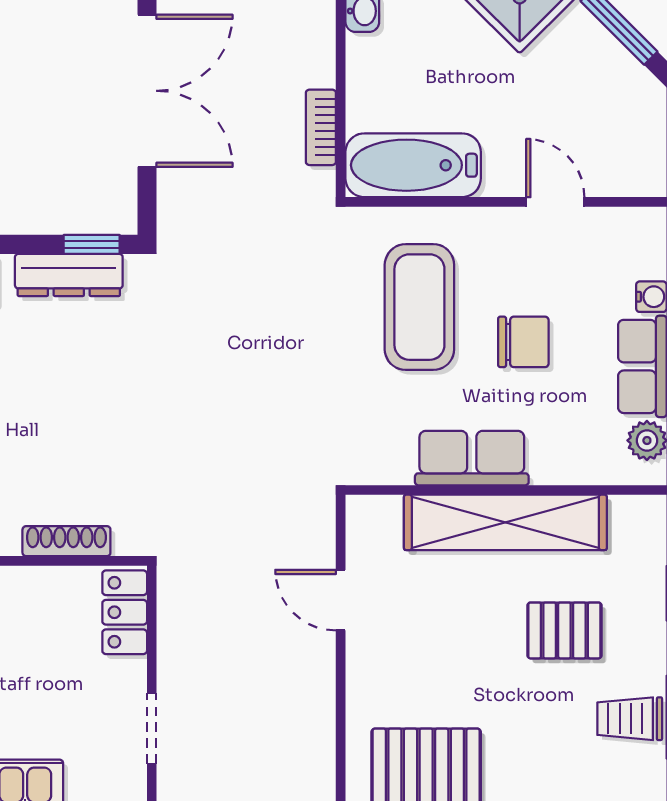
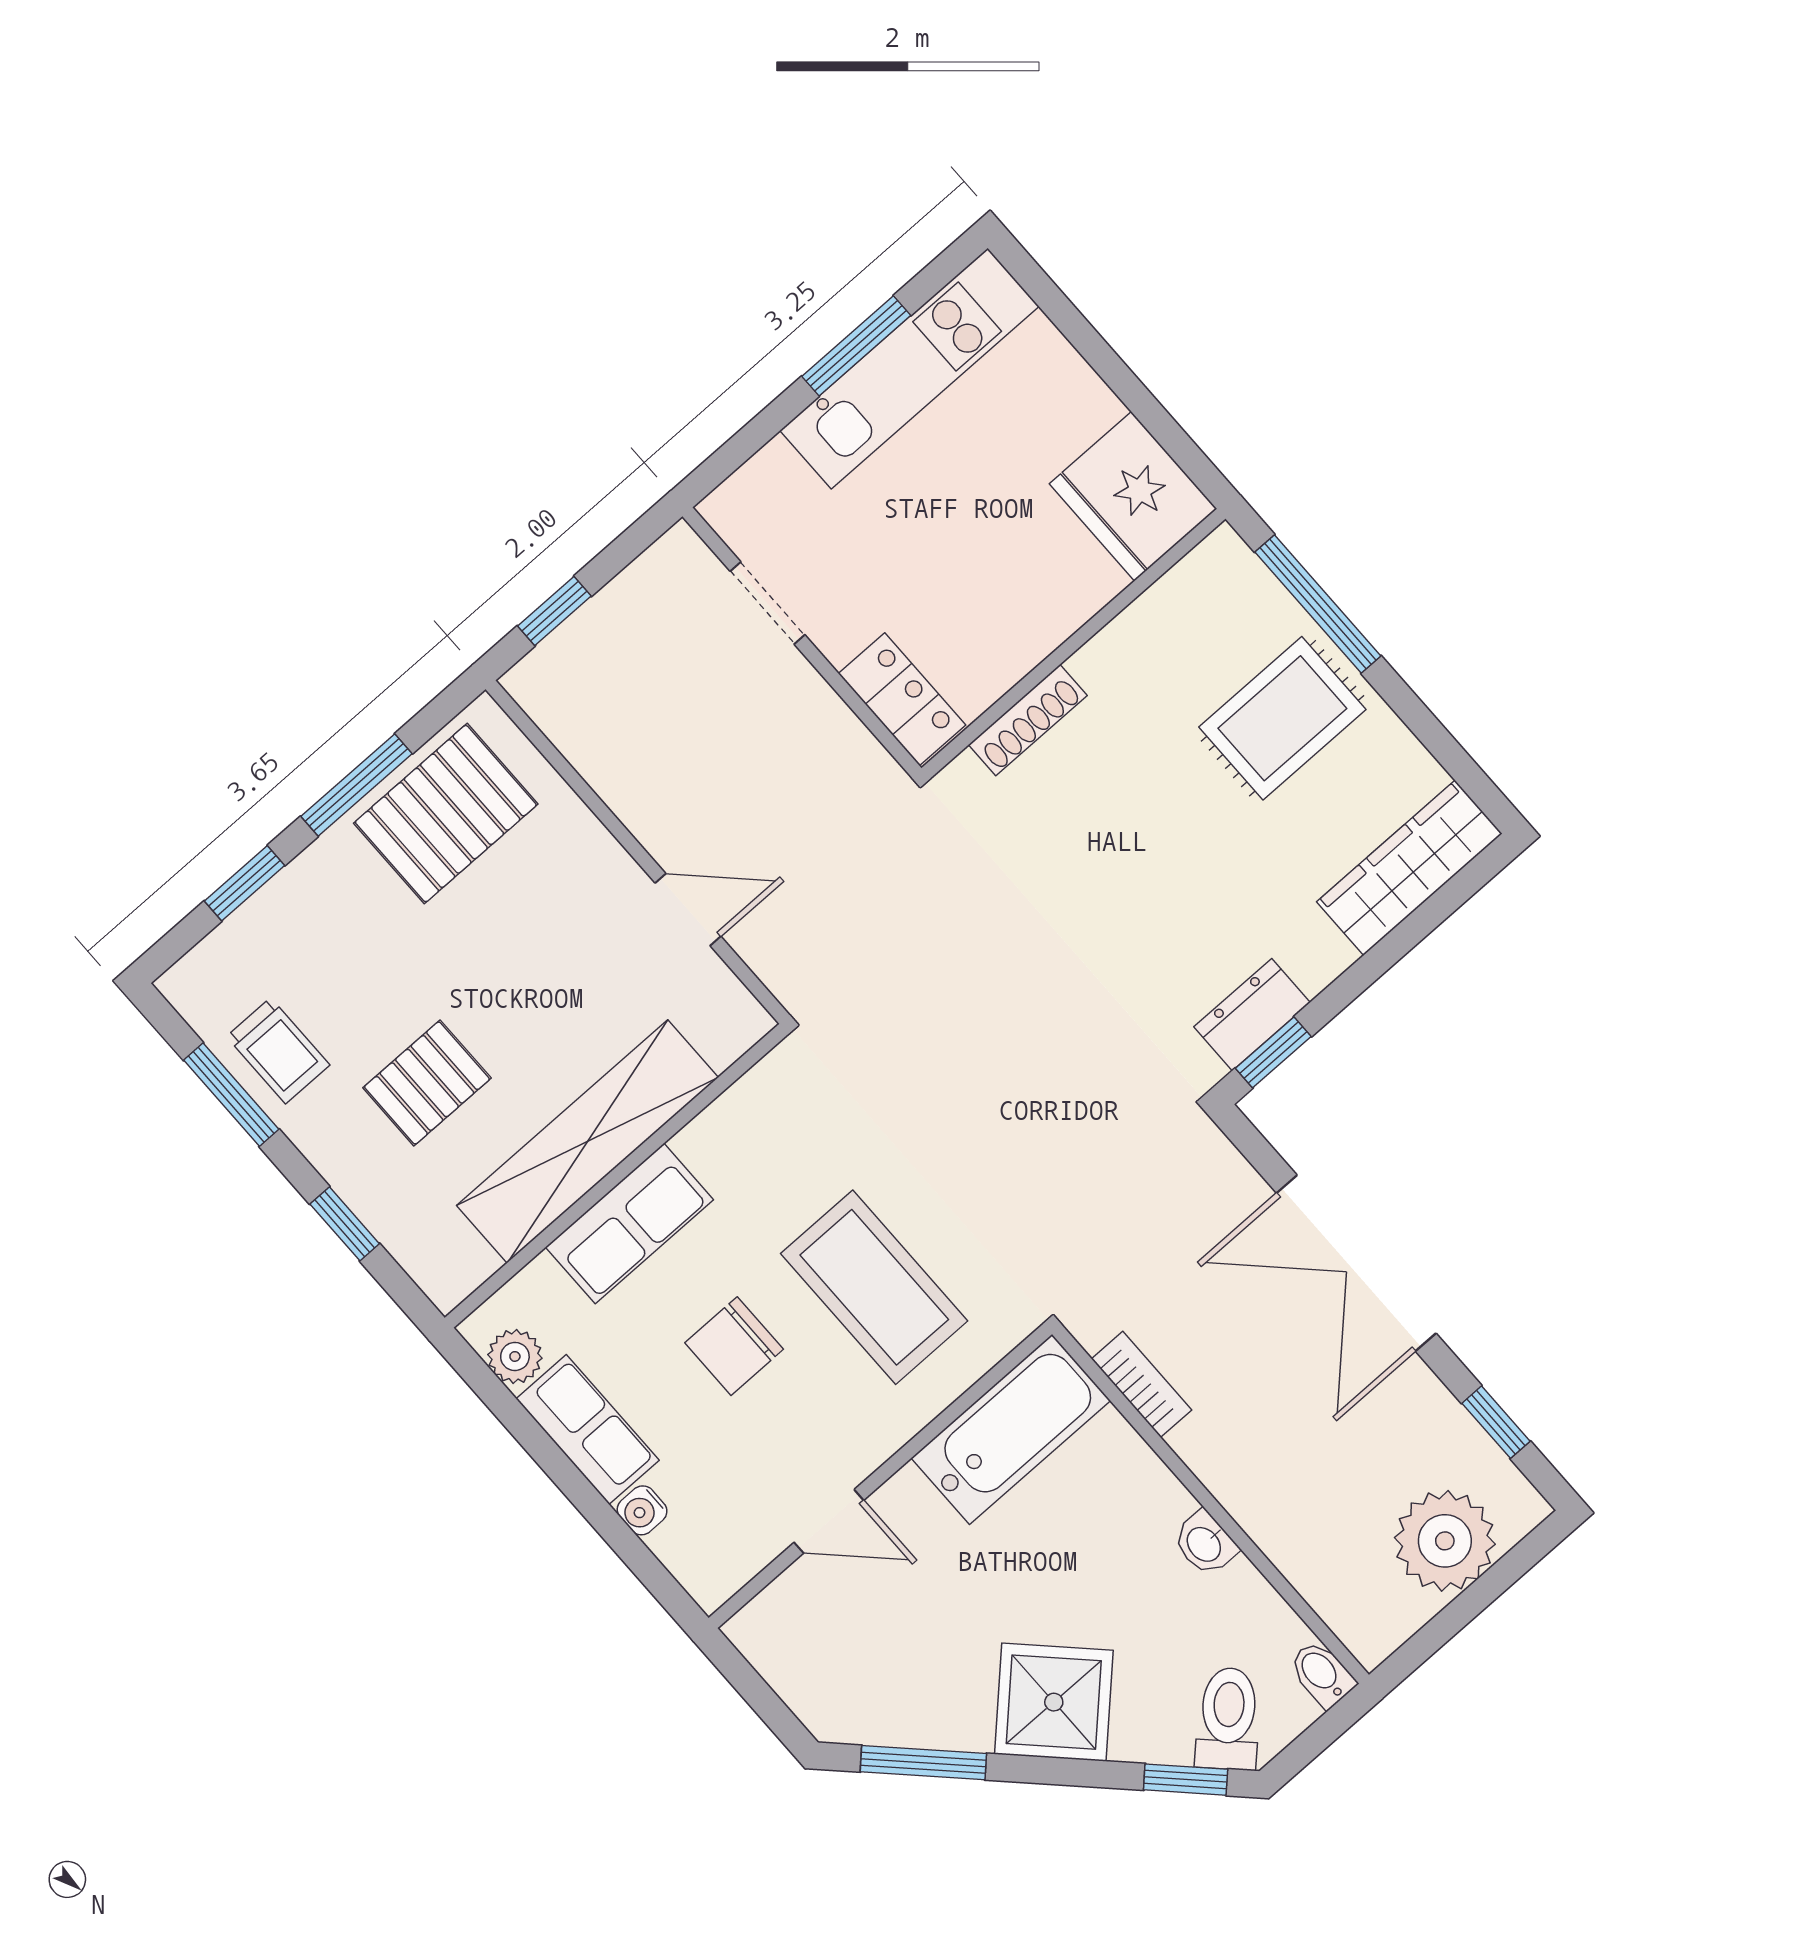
dresser: (69, 275) -> (1252, 1015), width x0.70
row of seats: (472, 458) -> (629, 1223), moved
trolley: (630, 719) -> (278, 1051), turned 90

